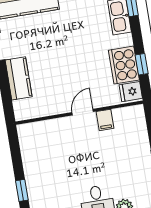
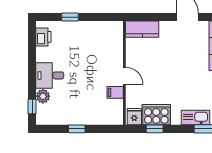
kitchen counter: (19, 78) -> (142, 29), moved

